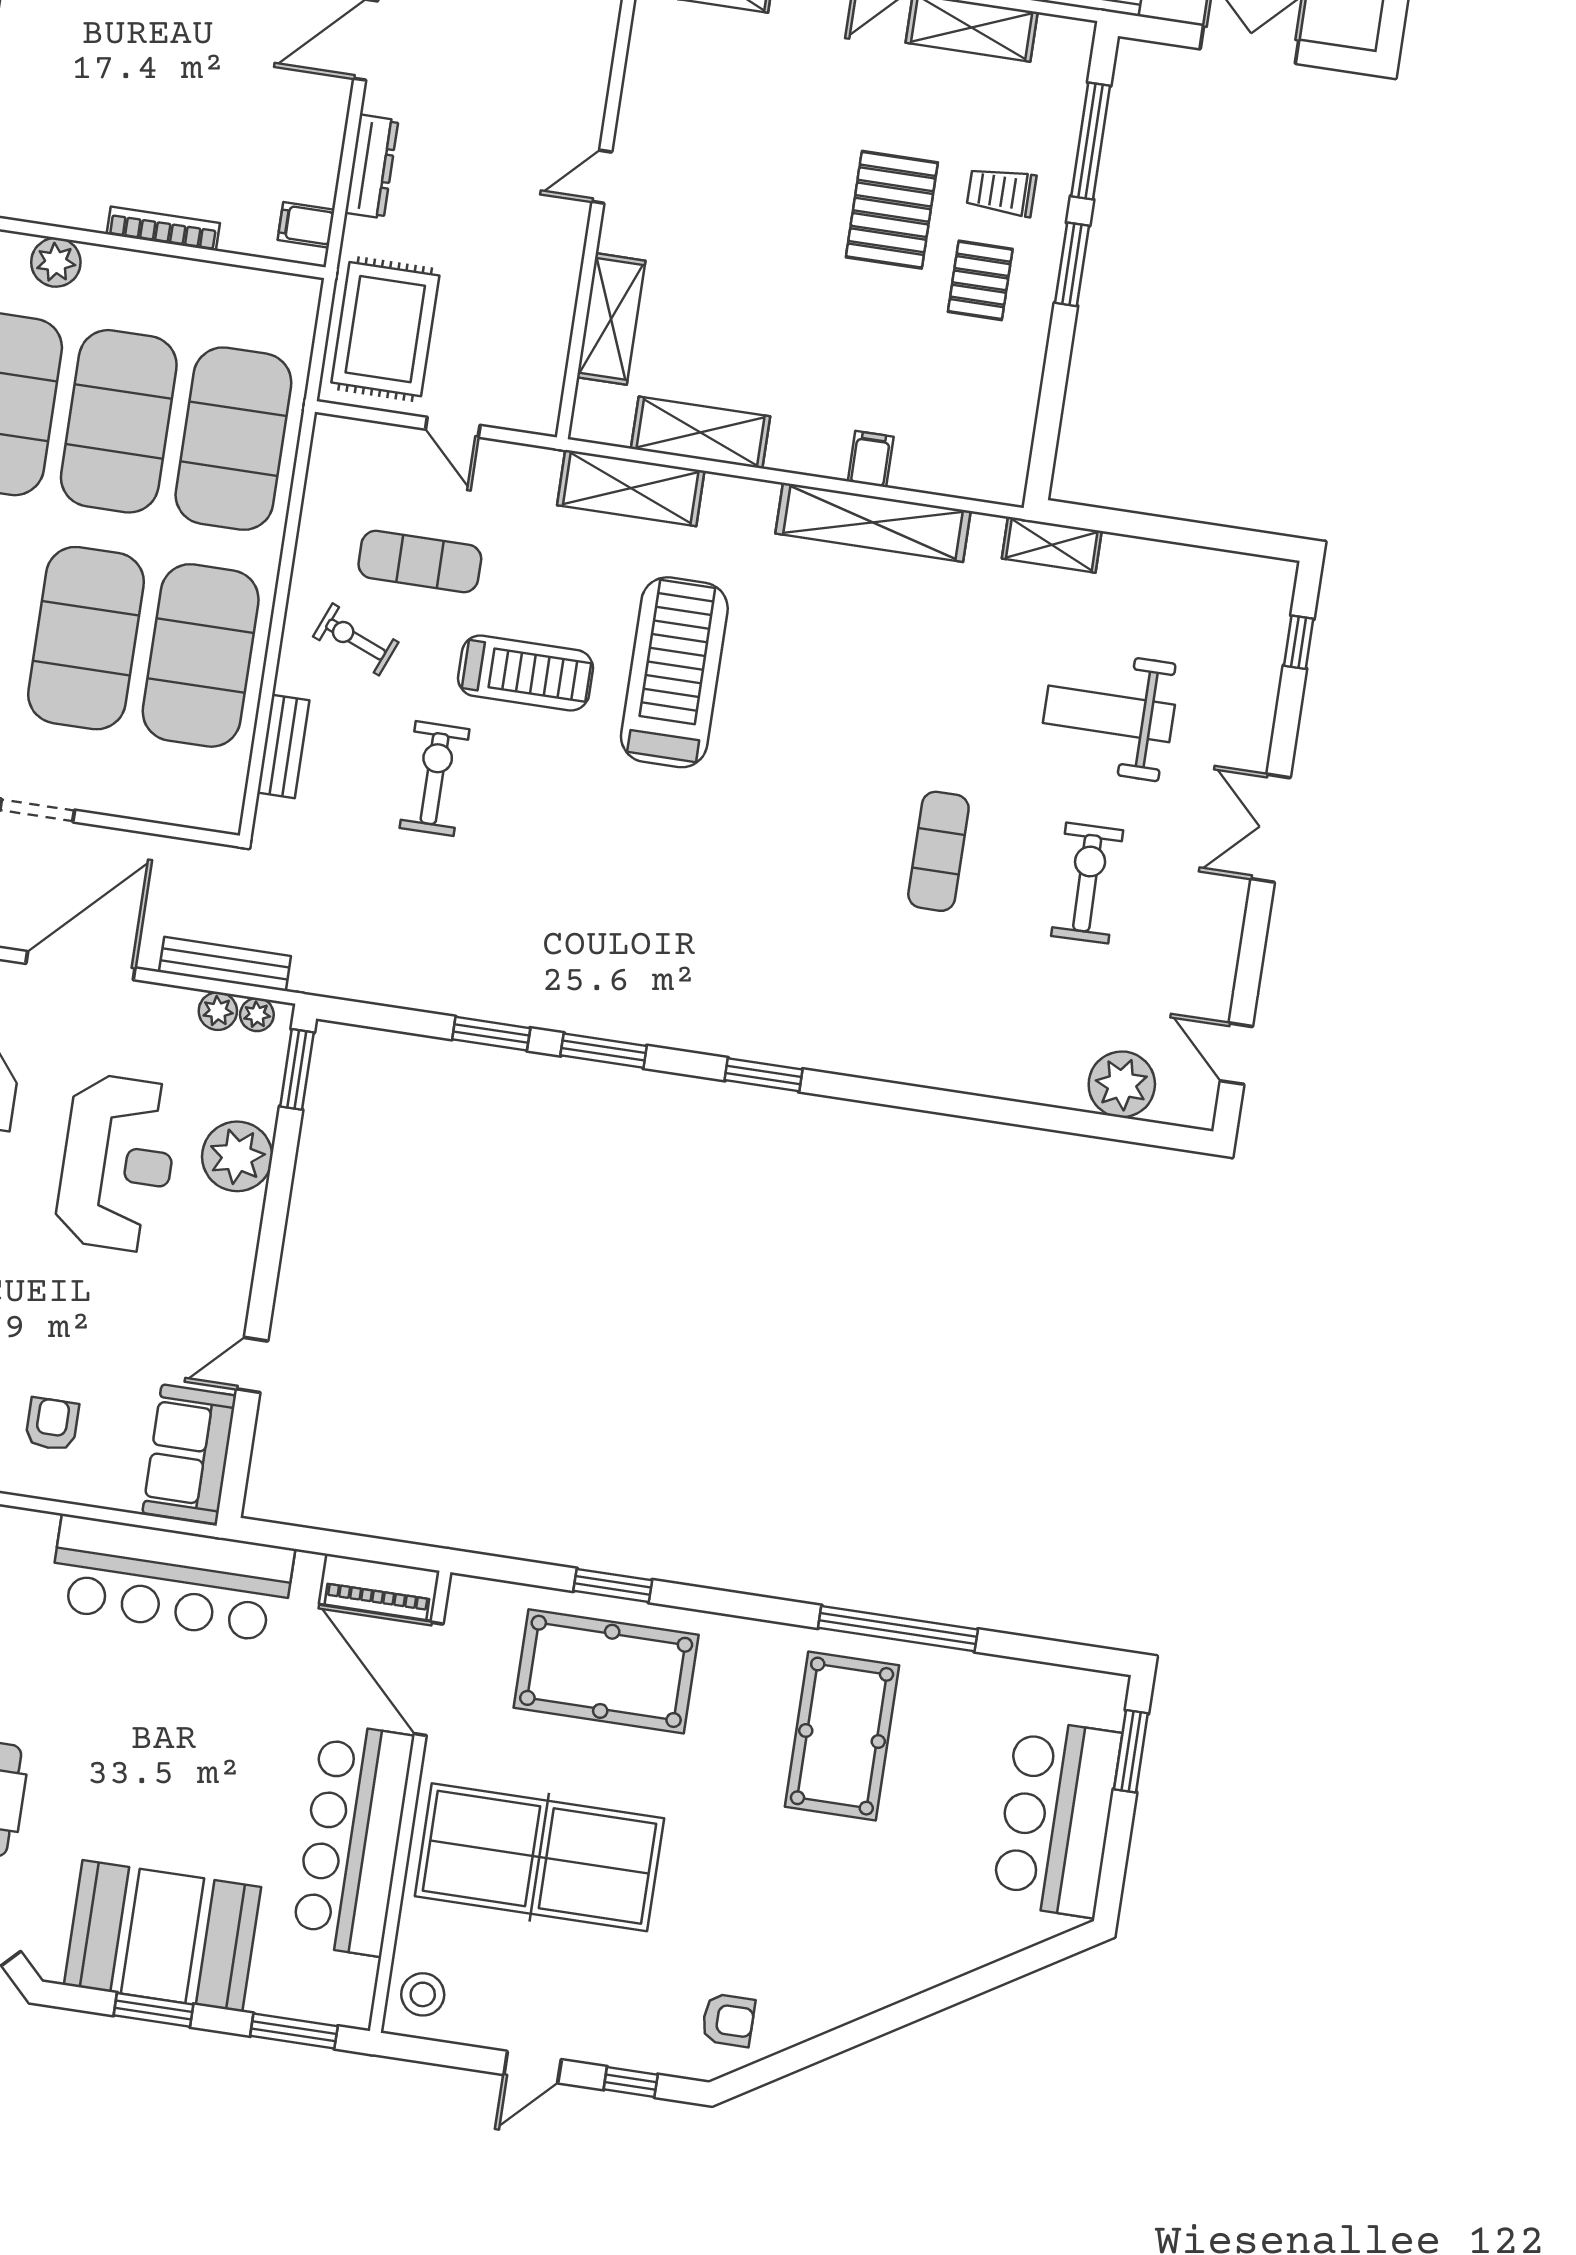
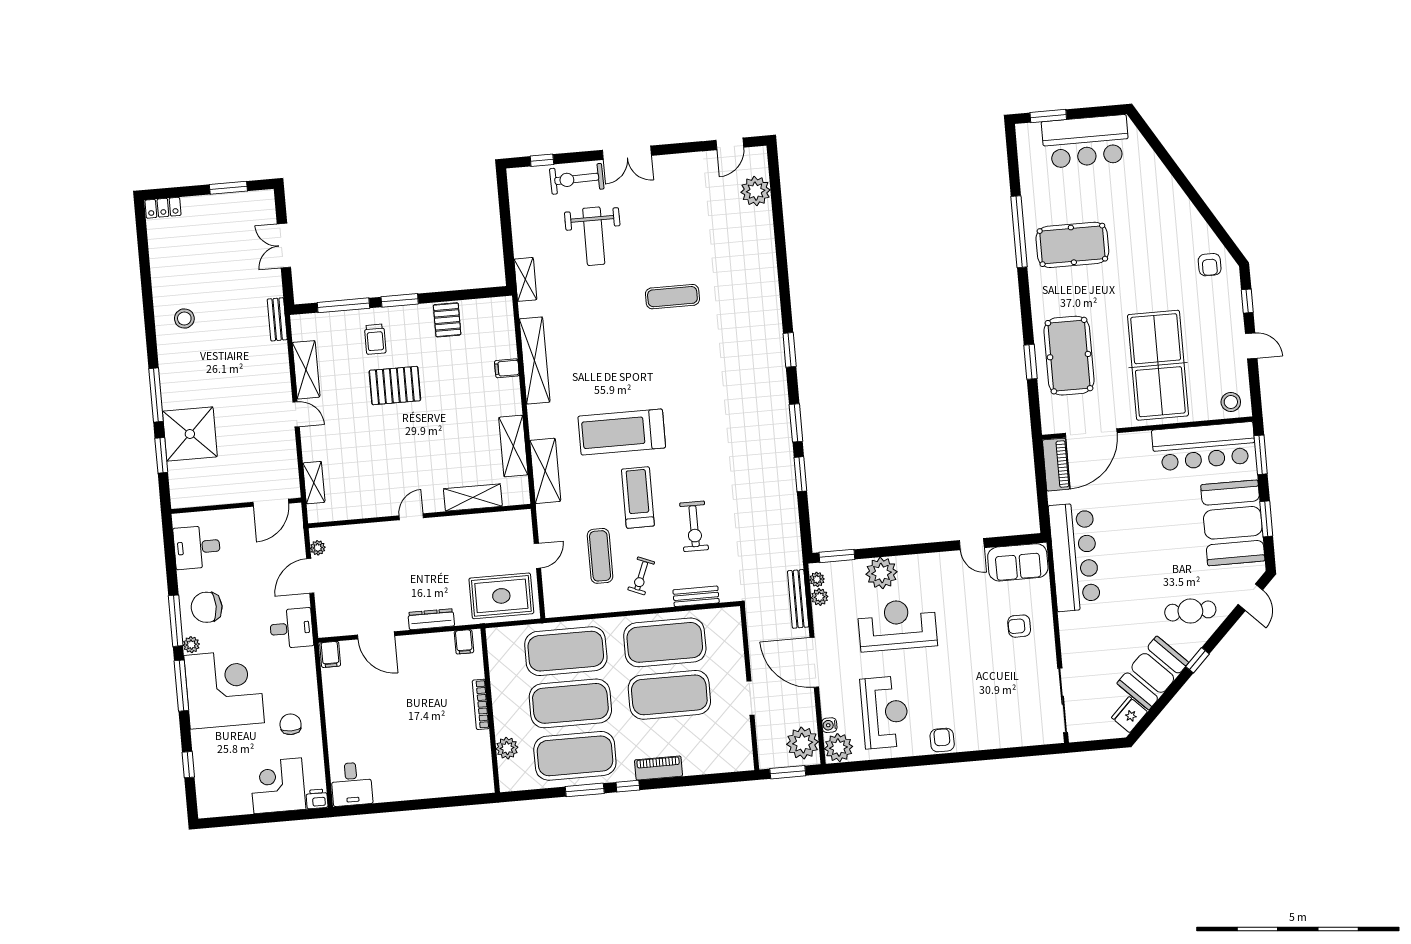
door: (602, 177) -> (411, 517), swing flipped
pallet: (980, 280) -> (447, 320), moved, turned 90
exercise bike: (435, 779) -> (694, 526), turned -90
exercise bike: (1087, 883) -> (577, 179), moved
bar counter: (353, 1840) -> (1204, 446), moved
armchair: (728, 2020) -> (1210, 265), turned 180

